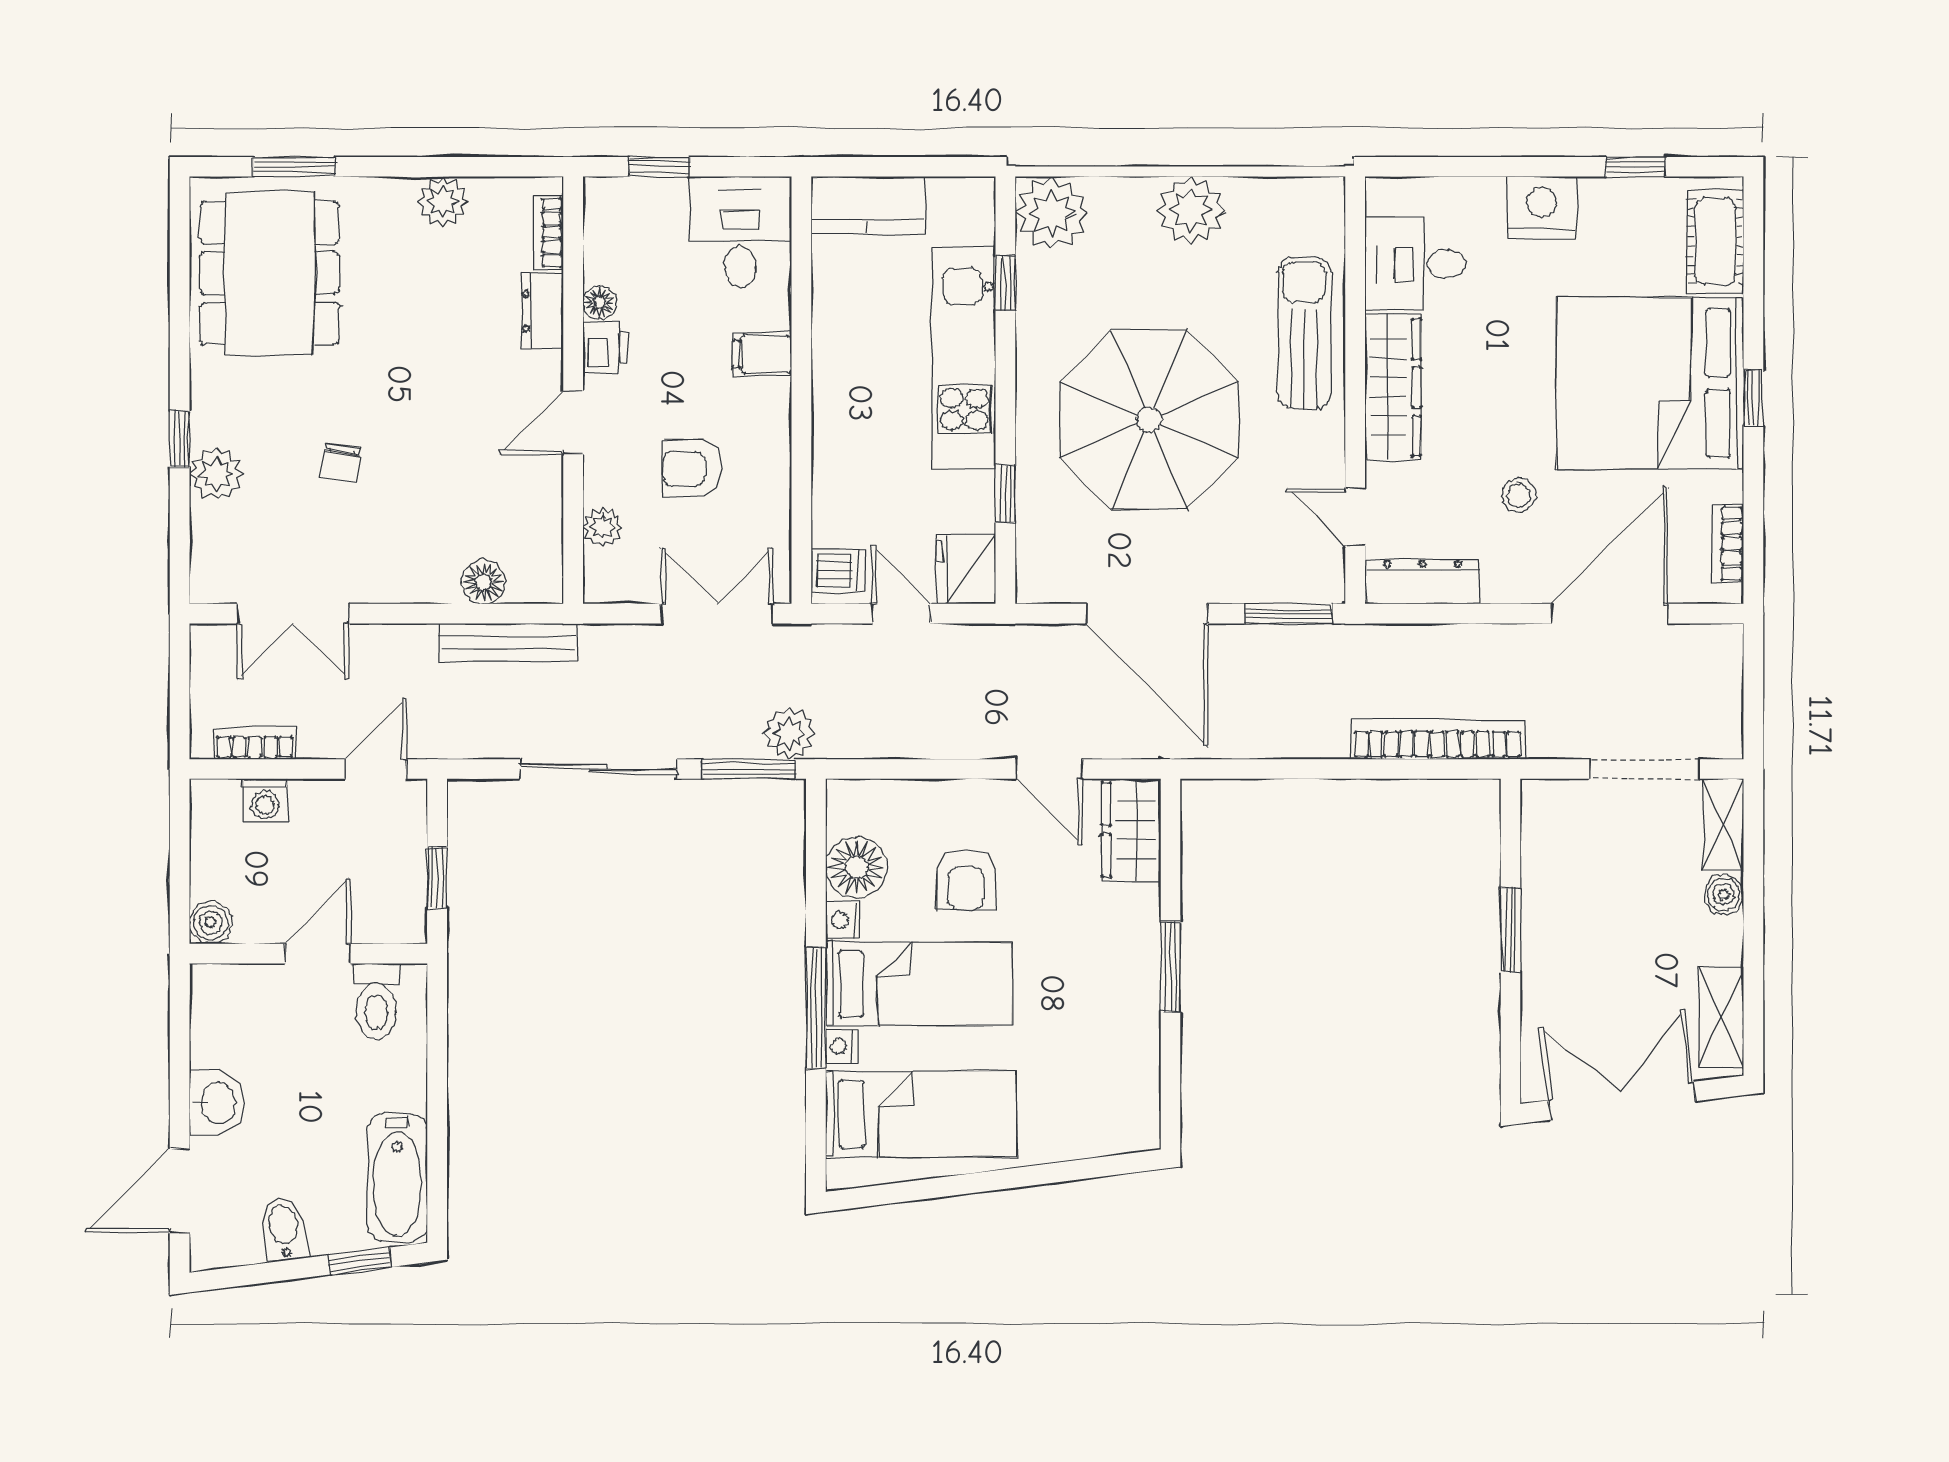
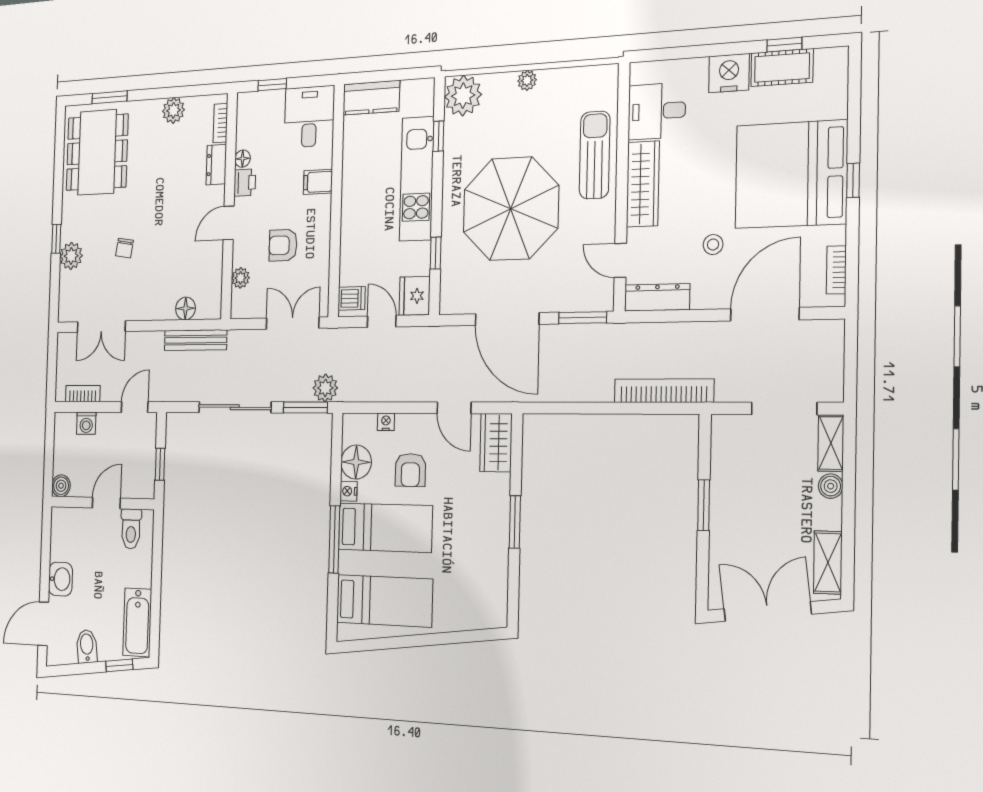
plant: (1191, 210) -> (527, 80), width x0.53, depth x0.53
cot: (1715, 241) -> (782, 68), moved, turned 90
nightstand: (842, 1046) -> (386, 422), moved, turned 90

